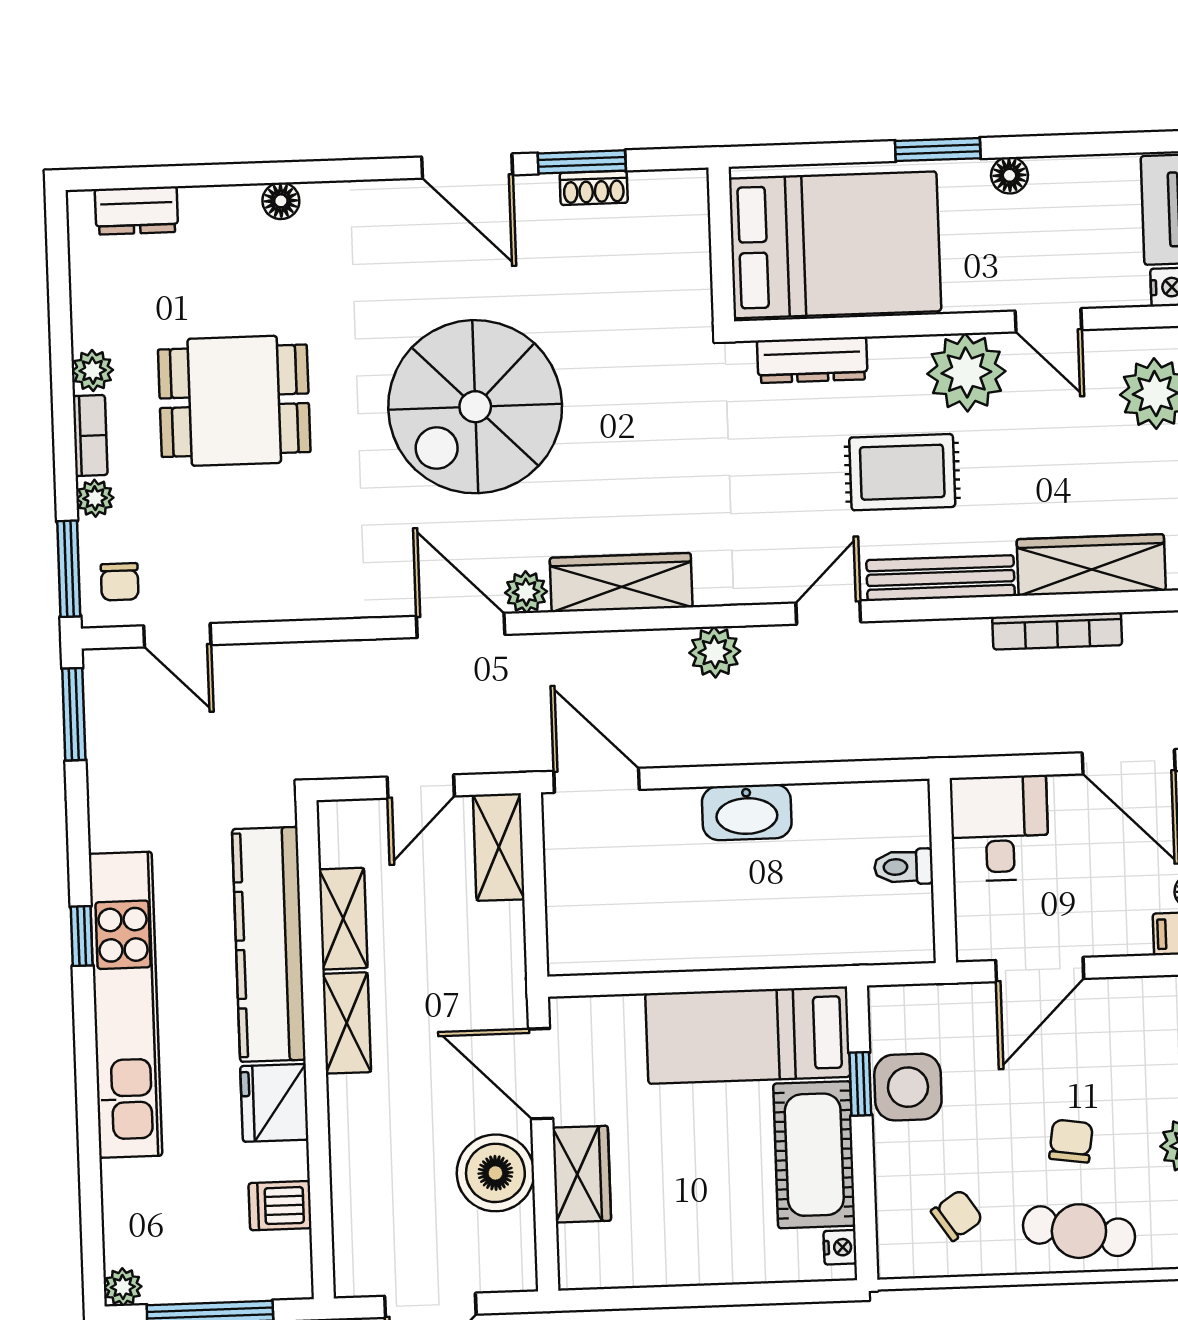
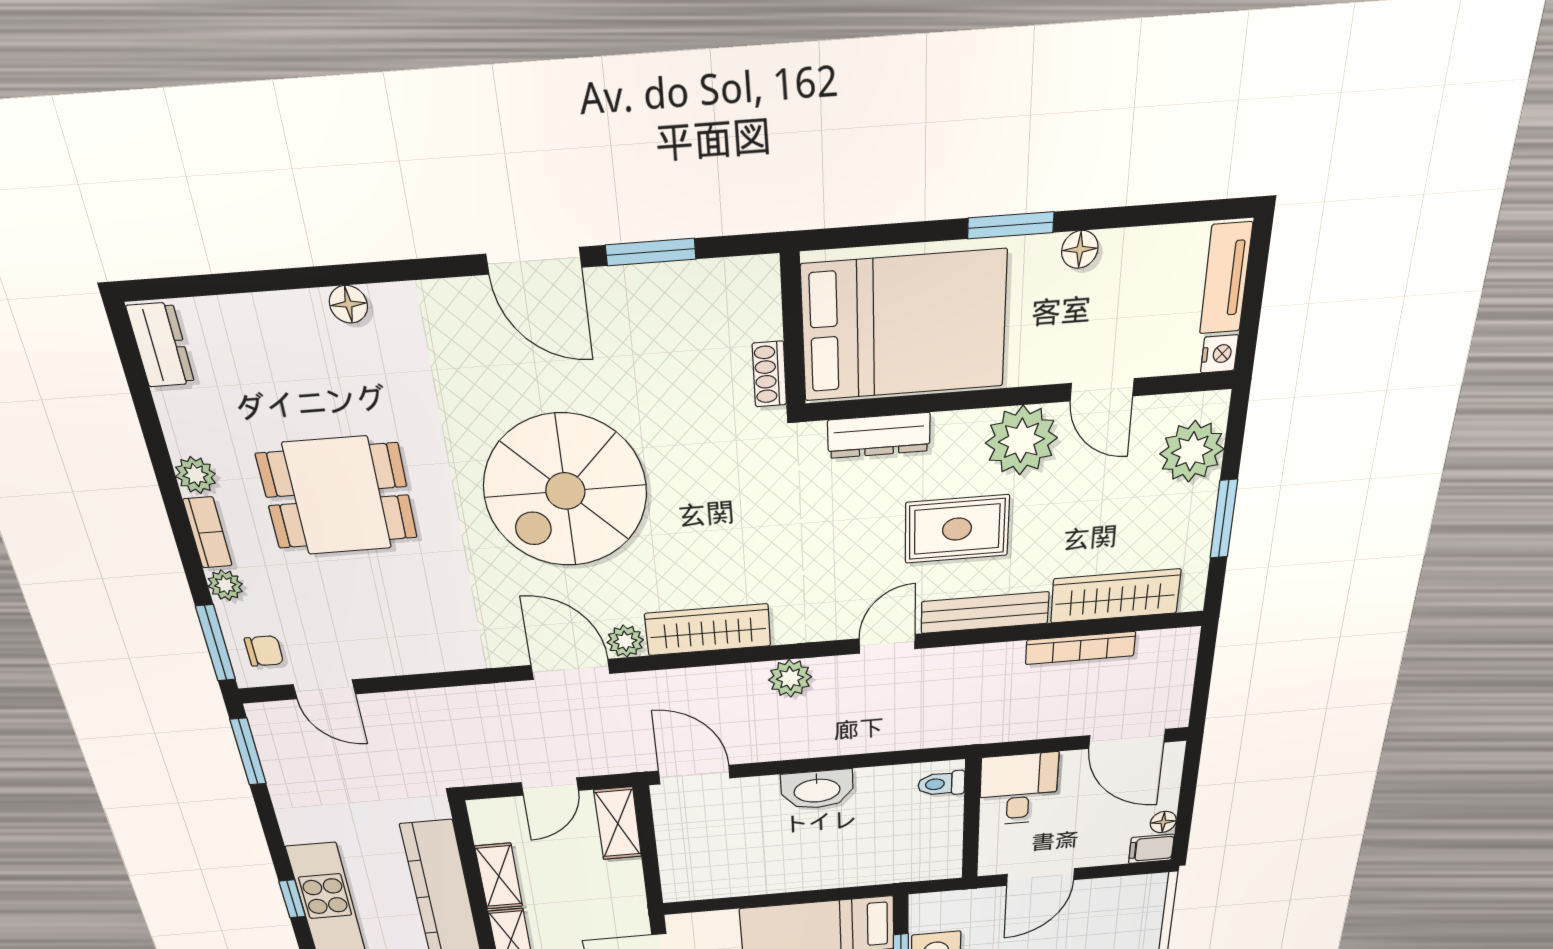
shoe rack: (594, 188) -> (769, 374), moved, turned 90
dresser: (136, 210) -> (161, 345), moved, turned -90
chair: (120, 582) -> (264, 651), turned -90
toilet: (904, 867) -> (941, 784), moved

